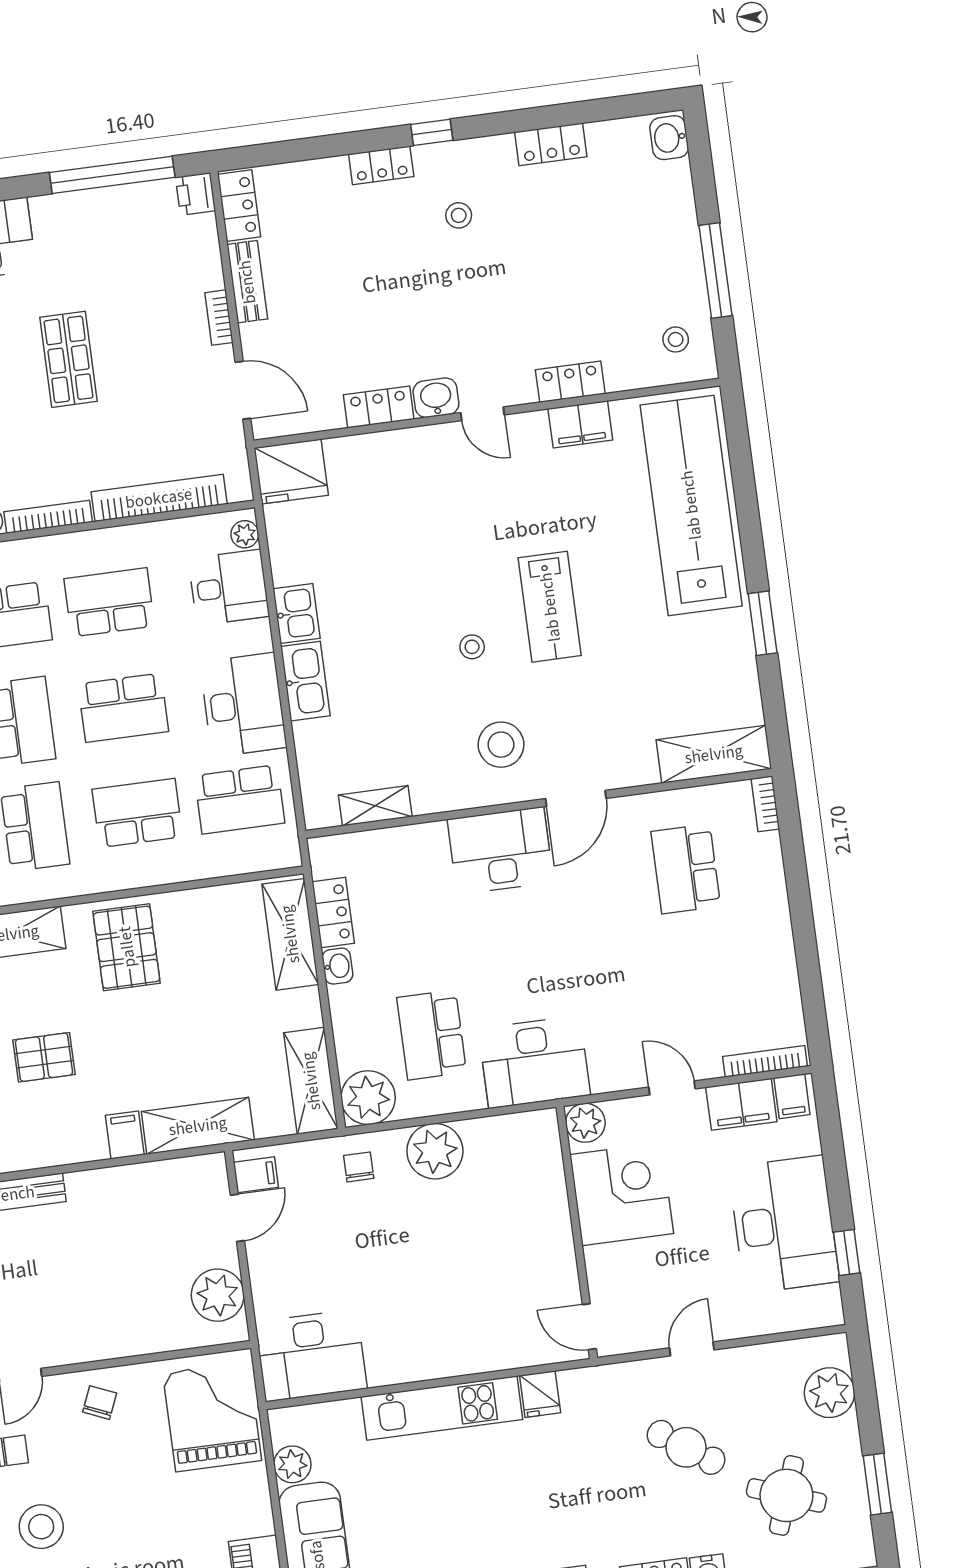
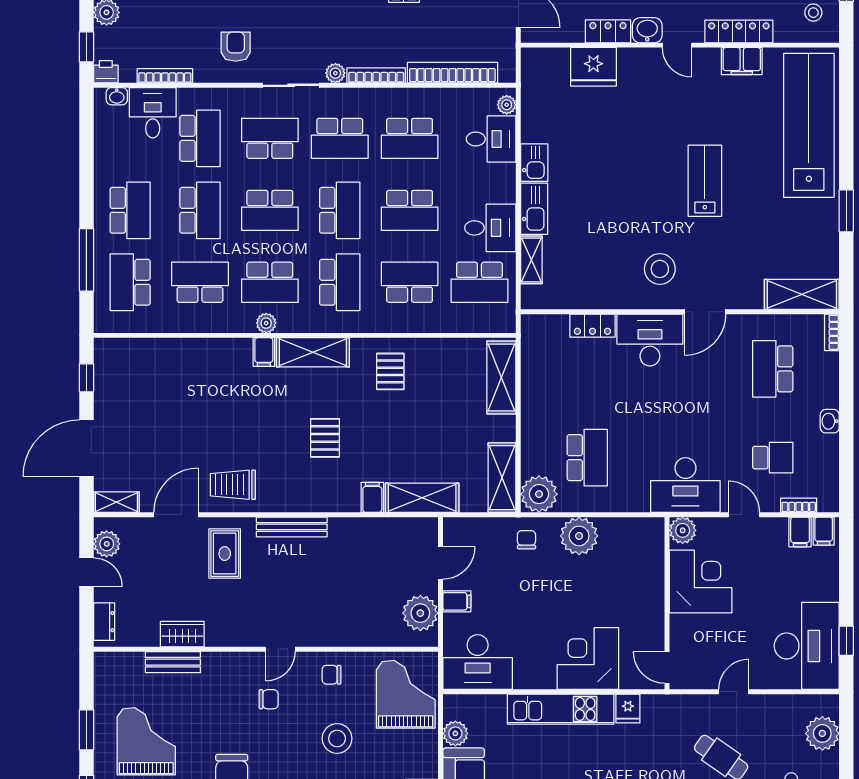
locker: (570, 382) -> (739, 32), width x1.53
fridge: (291, 471) -> (593, 67), moved
school desk: (109, 602) -> (410, 138), turned 180
lab bench: (550, 607) -> (705, 181), turned 180
stool: (472, 647) -> (649, 201), removed
desk: (243, 705) -> (490, 228), width x0.73
shelving: (375, 806) -> (531, 260), moved, turned 90
locker: (333, 912) -> (592, 326), moved, turned 90
pallet: (127, 947) -> (390, 371), width x0.67, depth x0.71
washbasin: (337, 966) -> (830, 421), moved, turned 180
school desk: (703, 999) -> (773, 458), added
school desk: (432, 1035) -> (587, 458), turned 180
pallet: (44, 1057) -> (325, 438), turned 90
bookcase: (765, 1061) -> (799, 505), width x0.64
desk: (534, 1062) -> (685, 485), moved
filing cabinet: (741, 1104) -> (800, 532), width x0.50
filing cabinet: (256, 1175) -> (457, 601), moved
desk: (784, 1224) -> (807, 646), moved
corner desk: (472, 1329) -> (588, 659), added
chair: (100, 1403) -> (331, 675), turned -113
stool: (41, 1527) -> (337, 738), moved

